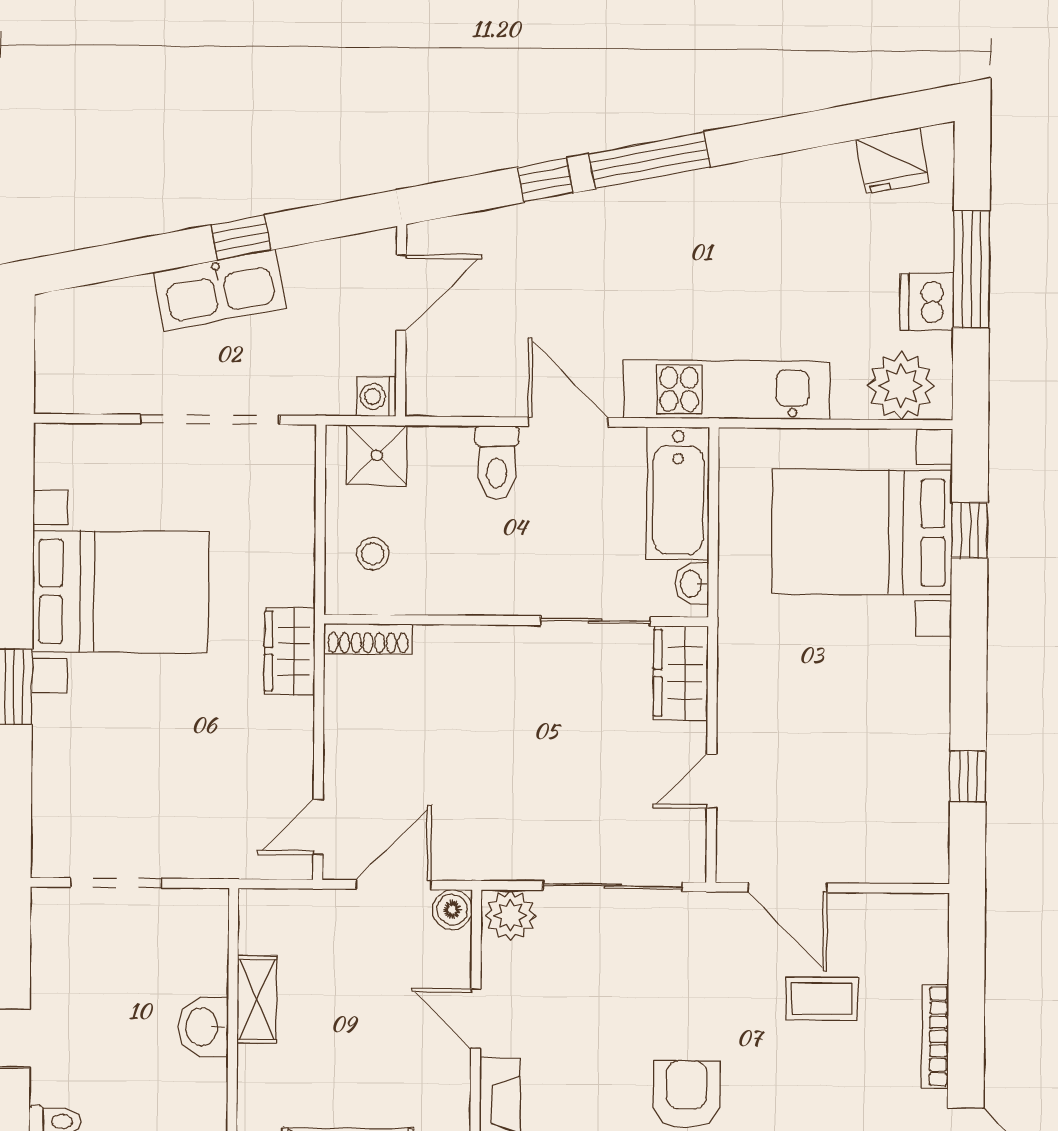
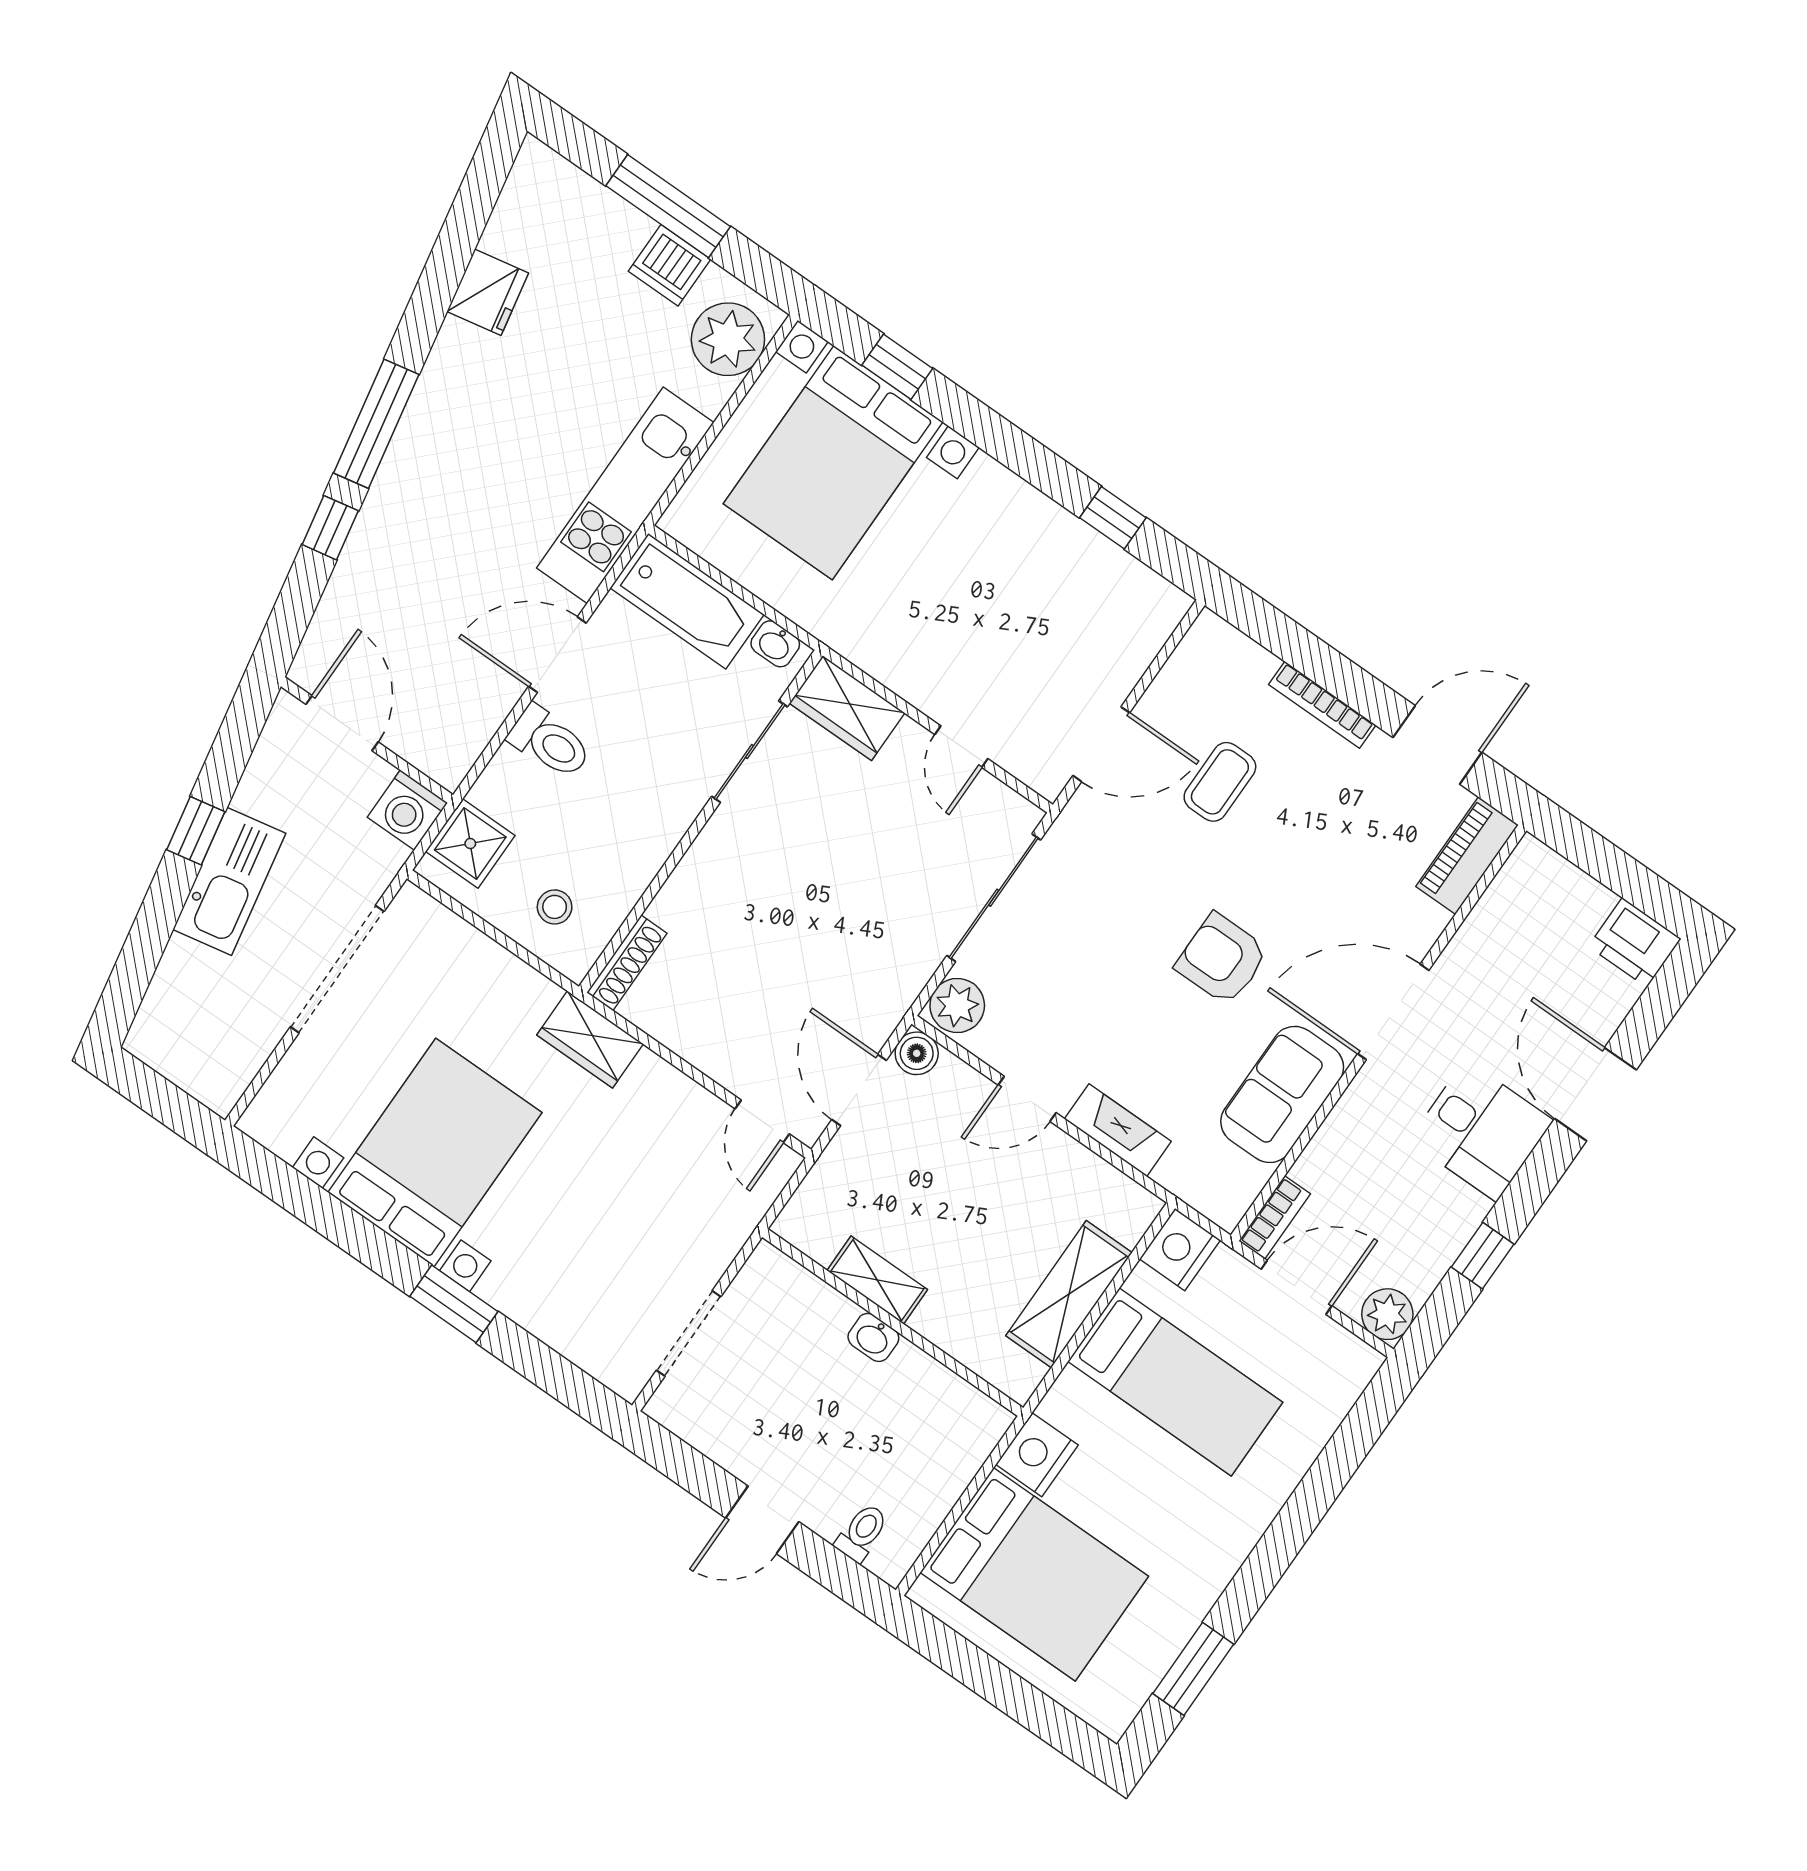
fridge: (892, 161) -> (488, 292), moved
washing machine: (377, 397) -> (407, 810), width x1.38, depth x1.38
washbasin: (203, 1027) -> (873, 1337), width x0.72, depth x0.69

